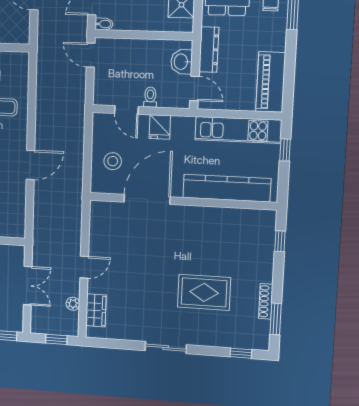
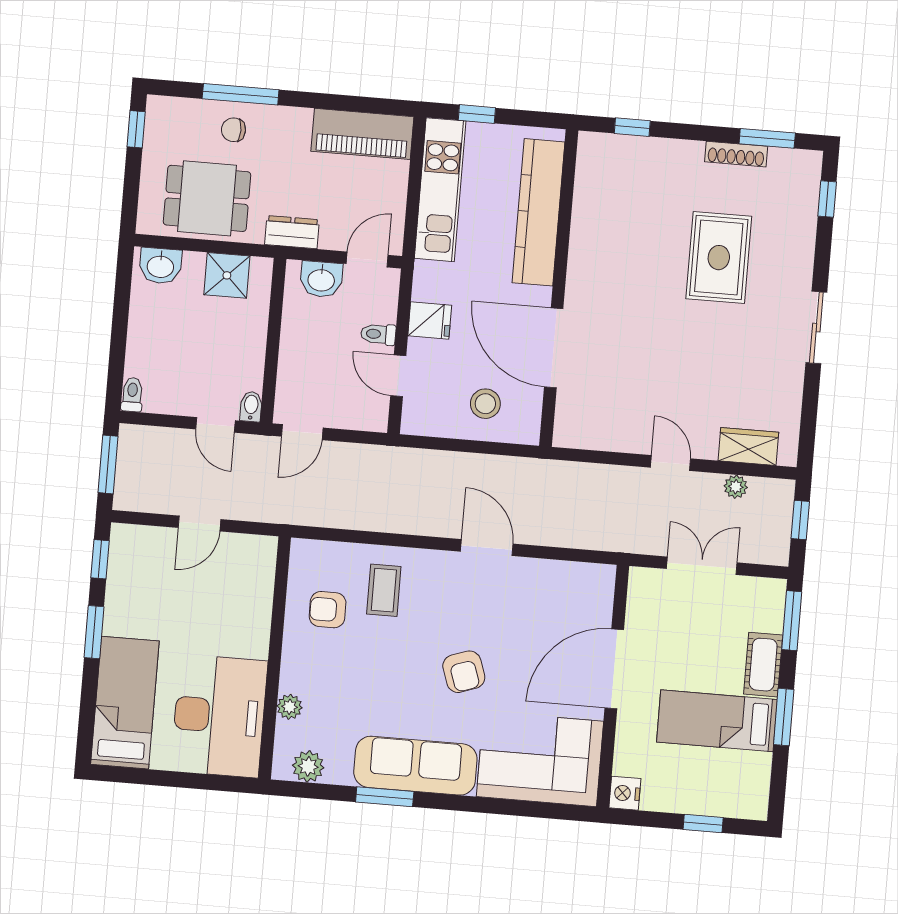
dresser: (209, 50) -> (292, 232), width x0.70
door: (126, 110) -> (398, 376), swing flipped

